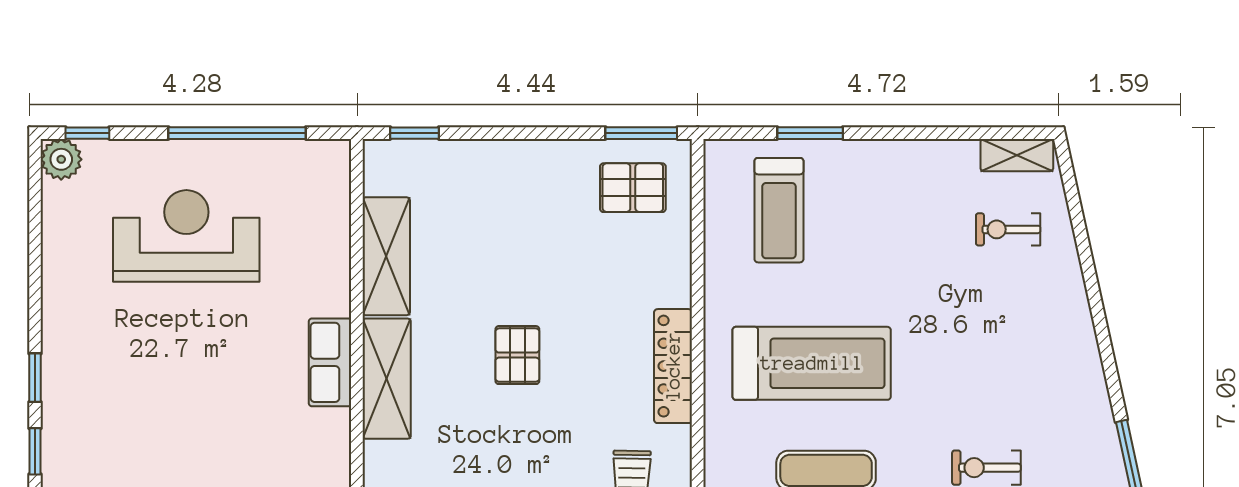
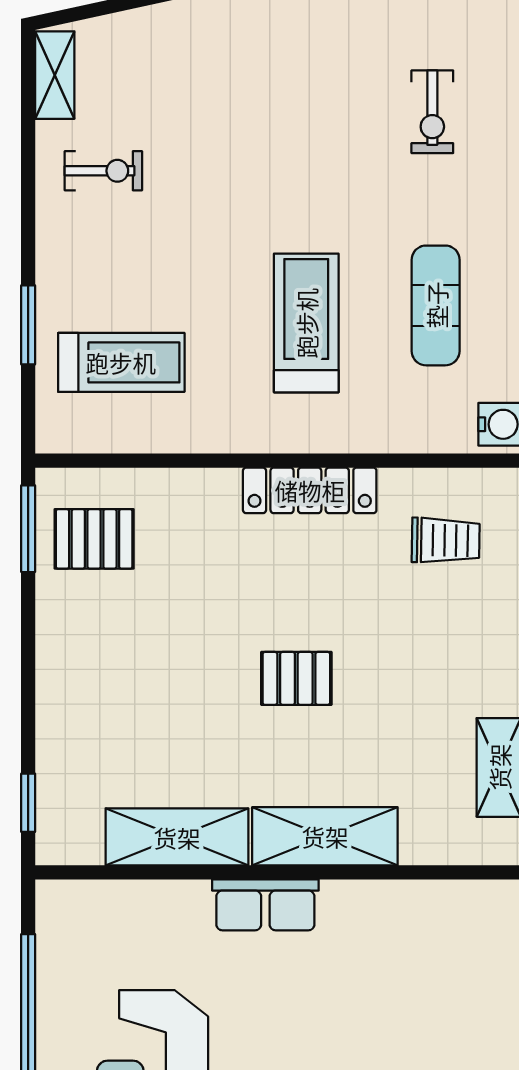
pallet: (633, 188) -> (94, 539), turned 90
exercise bike: (1008, 229) -> (103, 171), moved, turned -90
row of seats: (330, 362) -> (265, 905), moved
treadmill: (812, 363) -> (306, 323), width x0.73, depth x0.73

